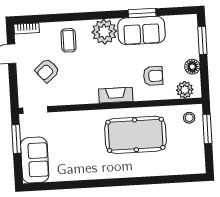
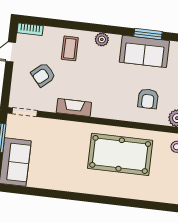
plant: (104, 32) -> (102, 39), width x0.53, depth x0.53
armchair: (153, 76) -> (148, 99), turned 90
fireplace: (116, 95) -> (74, 108), moved

